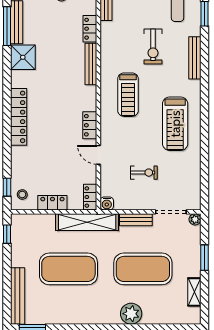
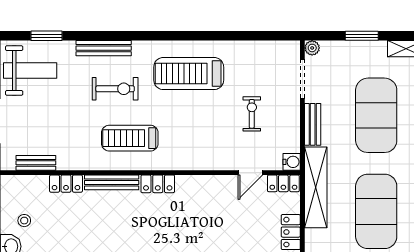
exercise bike: (153, 46) -> (115, 89), moved
treadmill: (128, 95) -> (130, 138), moved, turned 180
treadmill: (175, 124) -> (189, 74), turned 180
locker: (90, 125) -> (158, 184), moved
door: (98, 155) -> (250, 173), moved

